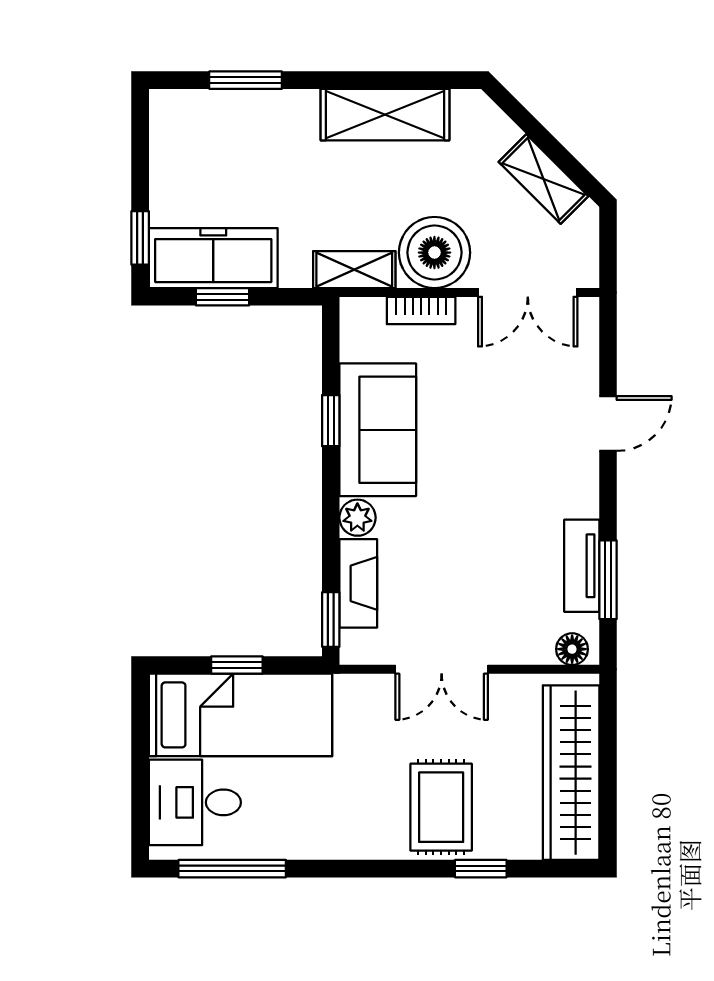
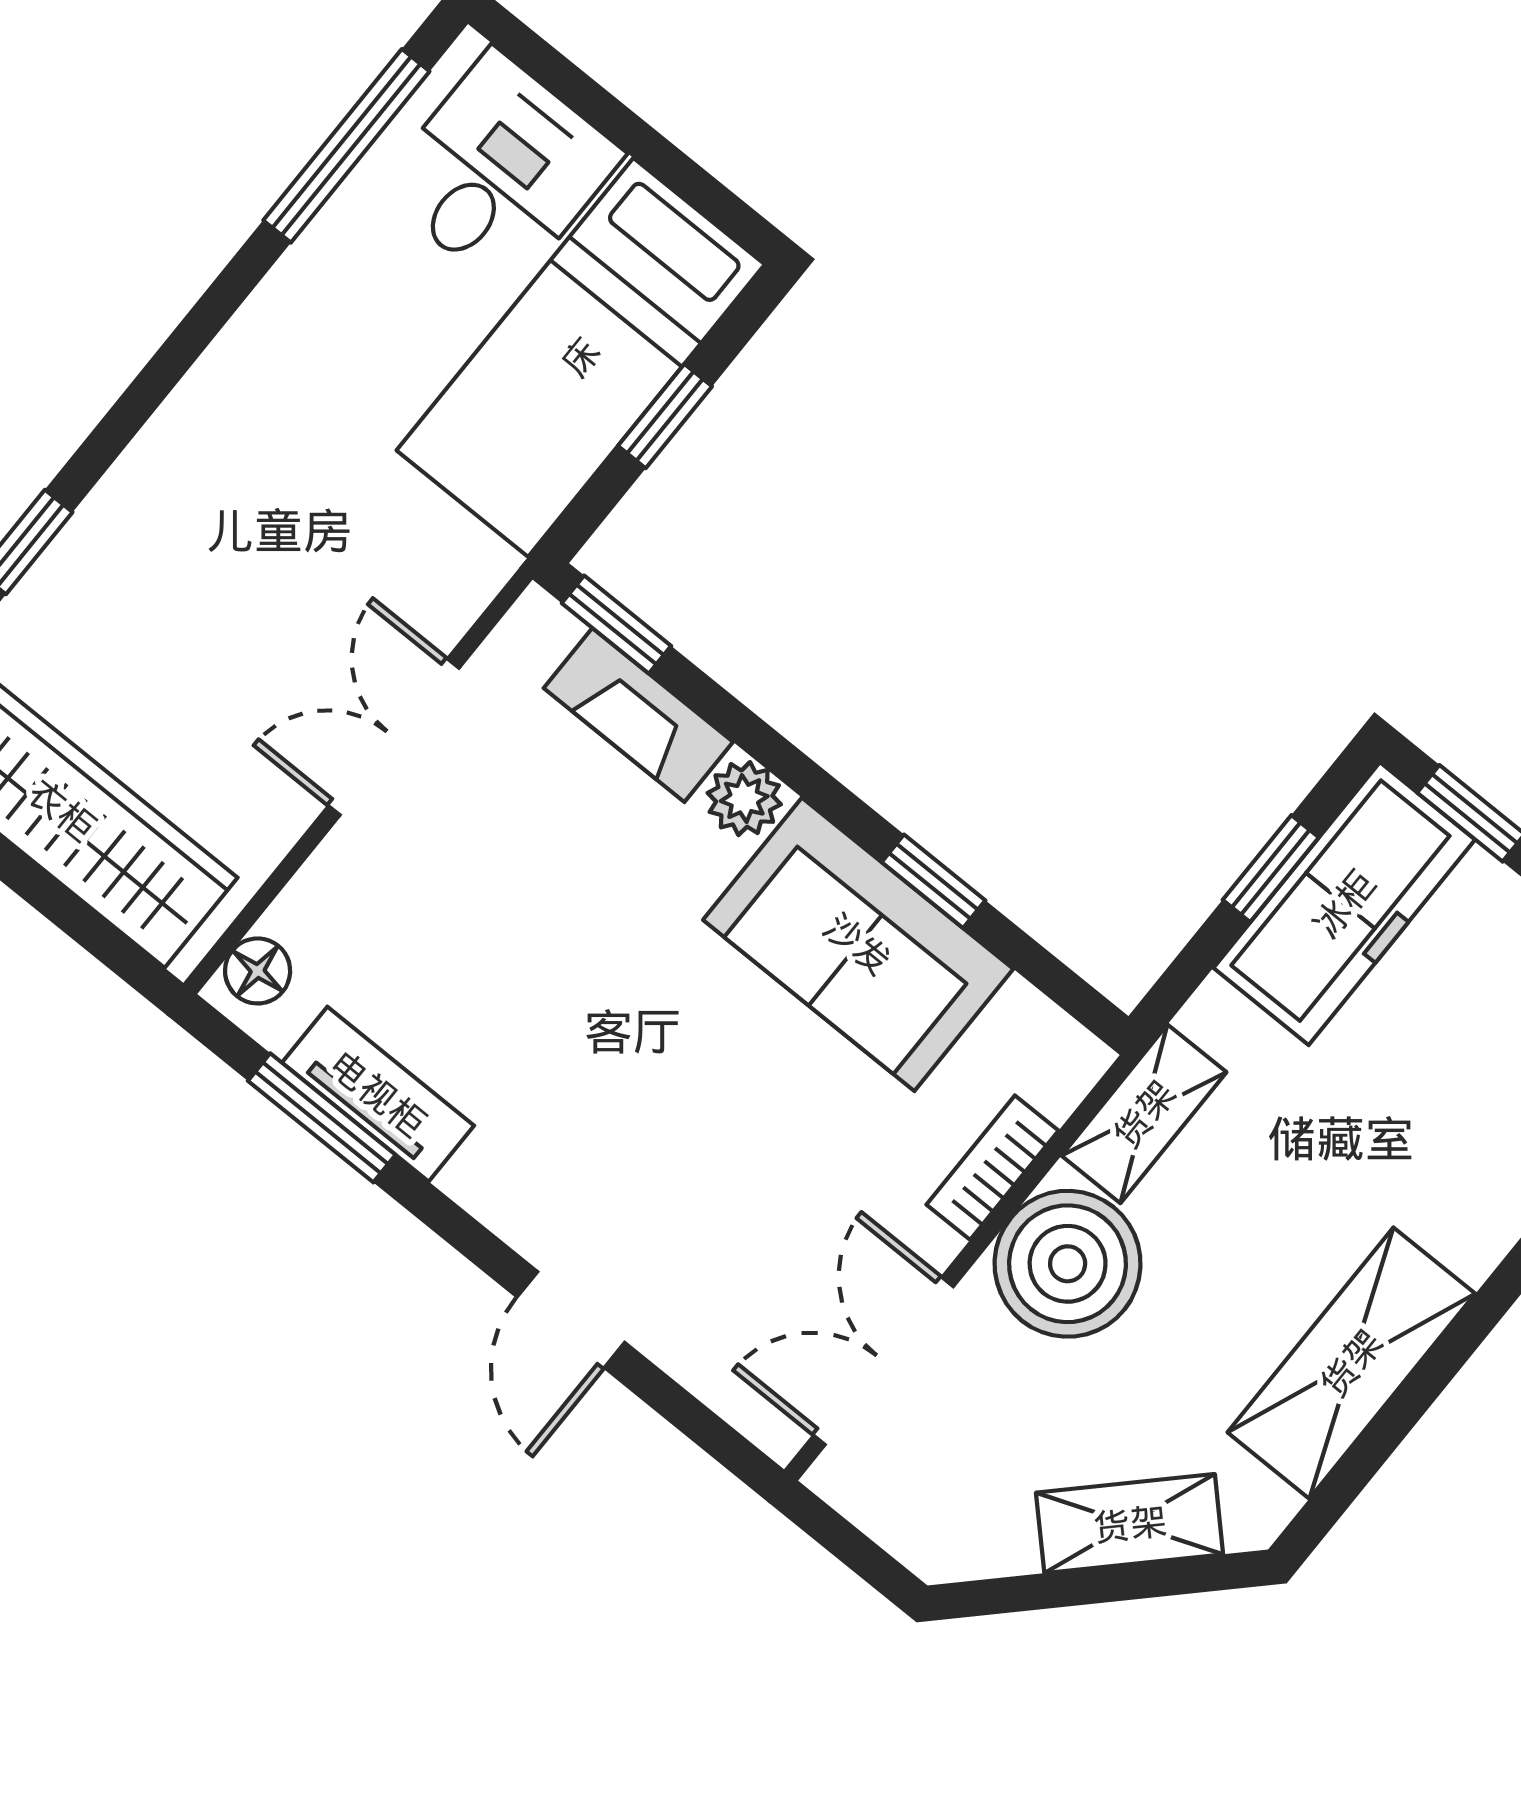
shelving: (543, 179) -> (1130, 1524), moved
rug: (441, 807) -> (175, 558), removed

